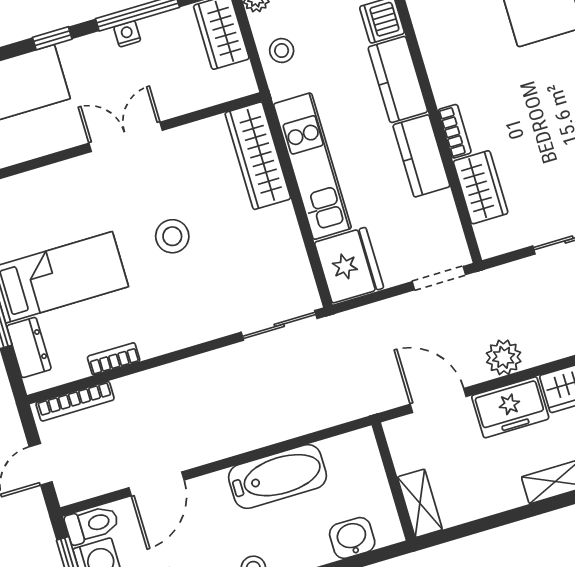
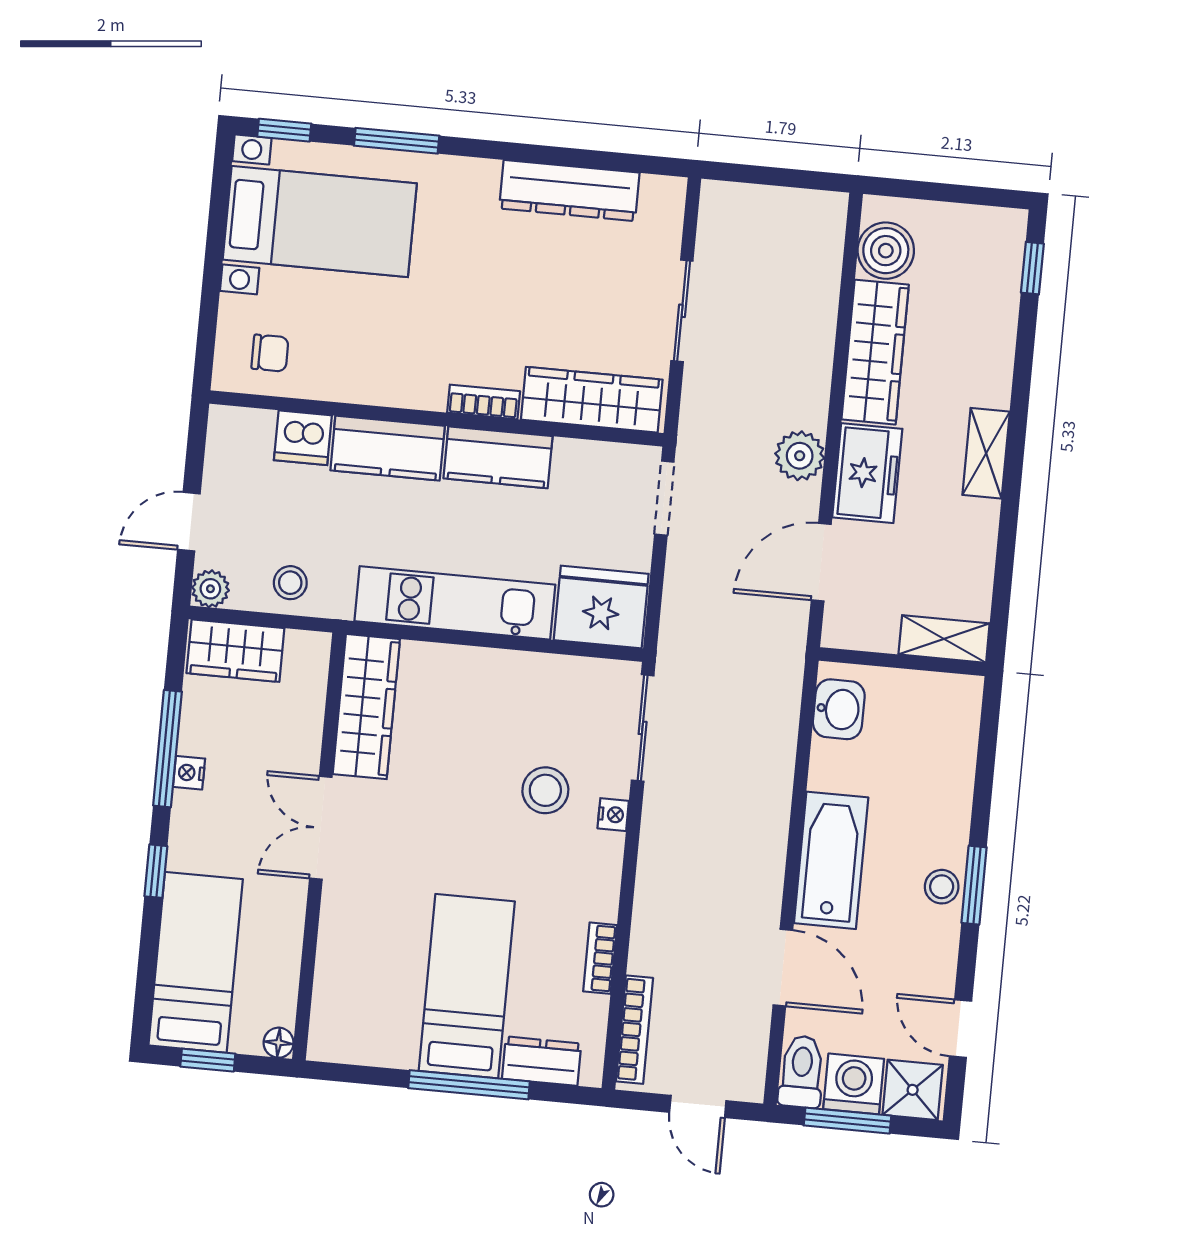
wardrobe: (258, 156) -> (366, 707), moved, turned -90
wardrobe: (481, 187) -> (592, 400), width x1.50
stool: (172, 236) -> (545, 790), moved
nightstand: (213, 329) -> (613, 815), added
bathtub: (278, 477) -> (831, 860), moved
washbasin: (352, 538) -> (839, 709), moved, turned 180

